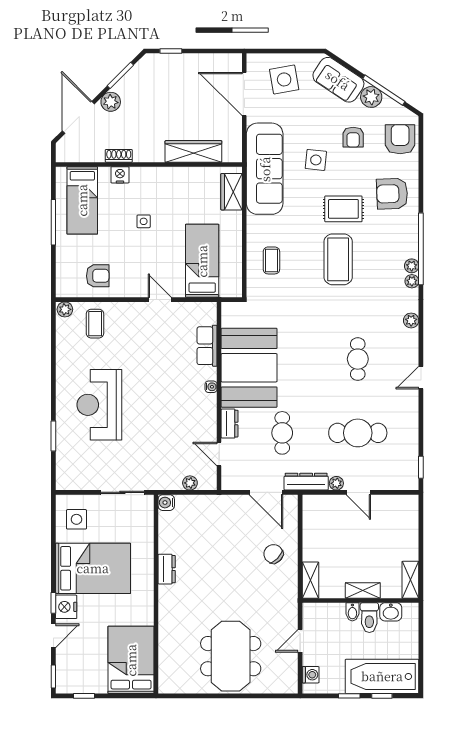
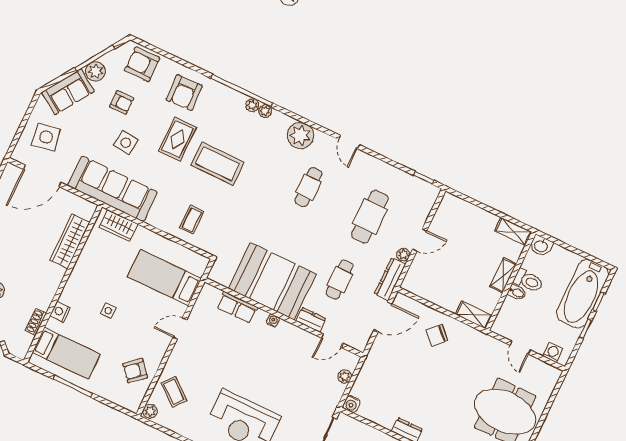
shoe rack: (119, 156) -> (36, 322), moved
coffee table: (271, 260) -> (192, 220), turned 90
armchair: (98, 276) -> (135, 371), turned -131
plant: (411, 320) -> (300, 136), width x1.87, depth x1.87
coffee table: (95, 324) -> (174, 392), turned 39
cafe table: (358, 359) -> (308, 187), turned 90
cafe table: (282, 433) -> (340, 280), turned 90
washbasin: (391, 612) -> (541, 246), moved, turned 90

